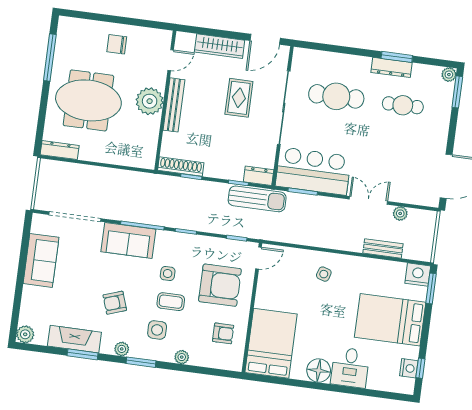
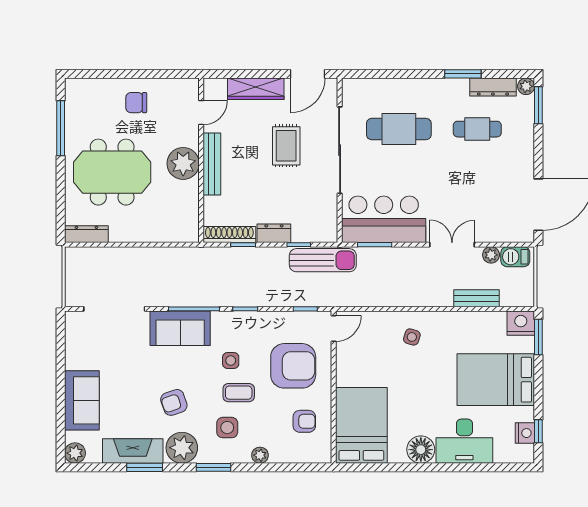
dresser: (391, 67) -> (493, 87), moved
dresser: (259, 176) -> (274, 233), moved
barbecue: (421, 218) -> (515, 257), added
sofa: (41, 260) -> (82, 400), moved
plant: (122, 349) -> (182, 448), width x1.88, depth x1.88
desk: (350, 367) -> (464, 441), width x1.37

